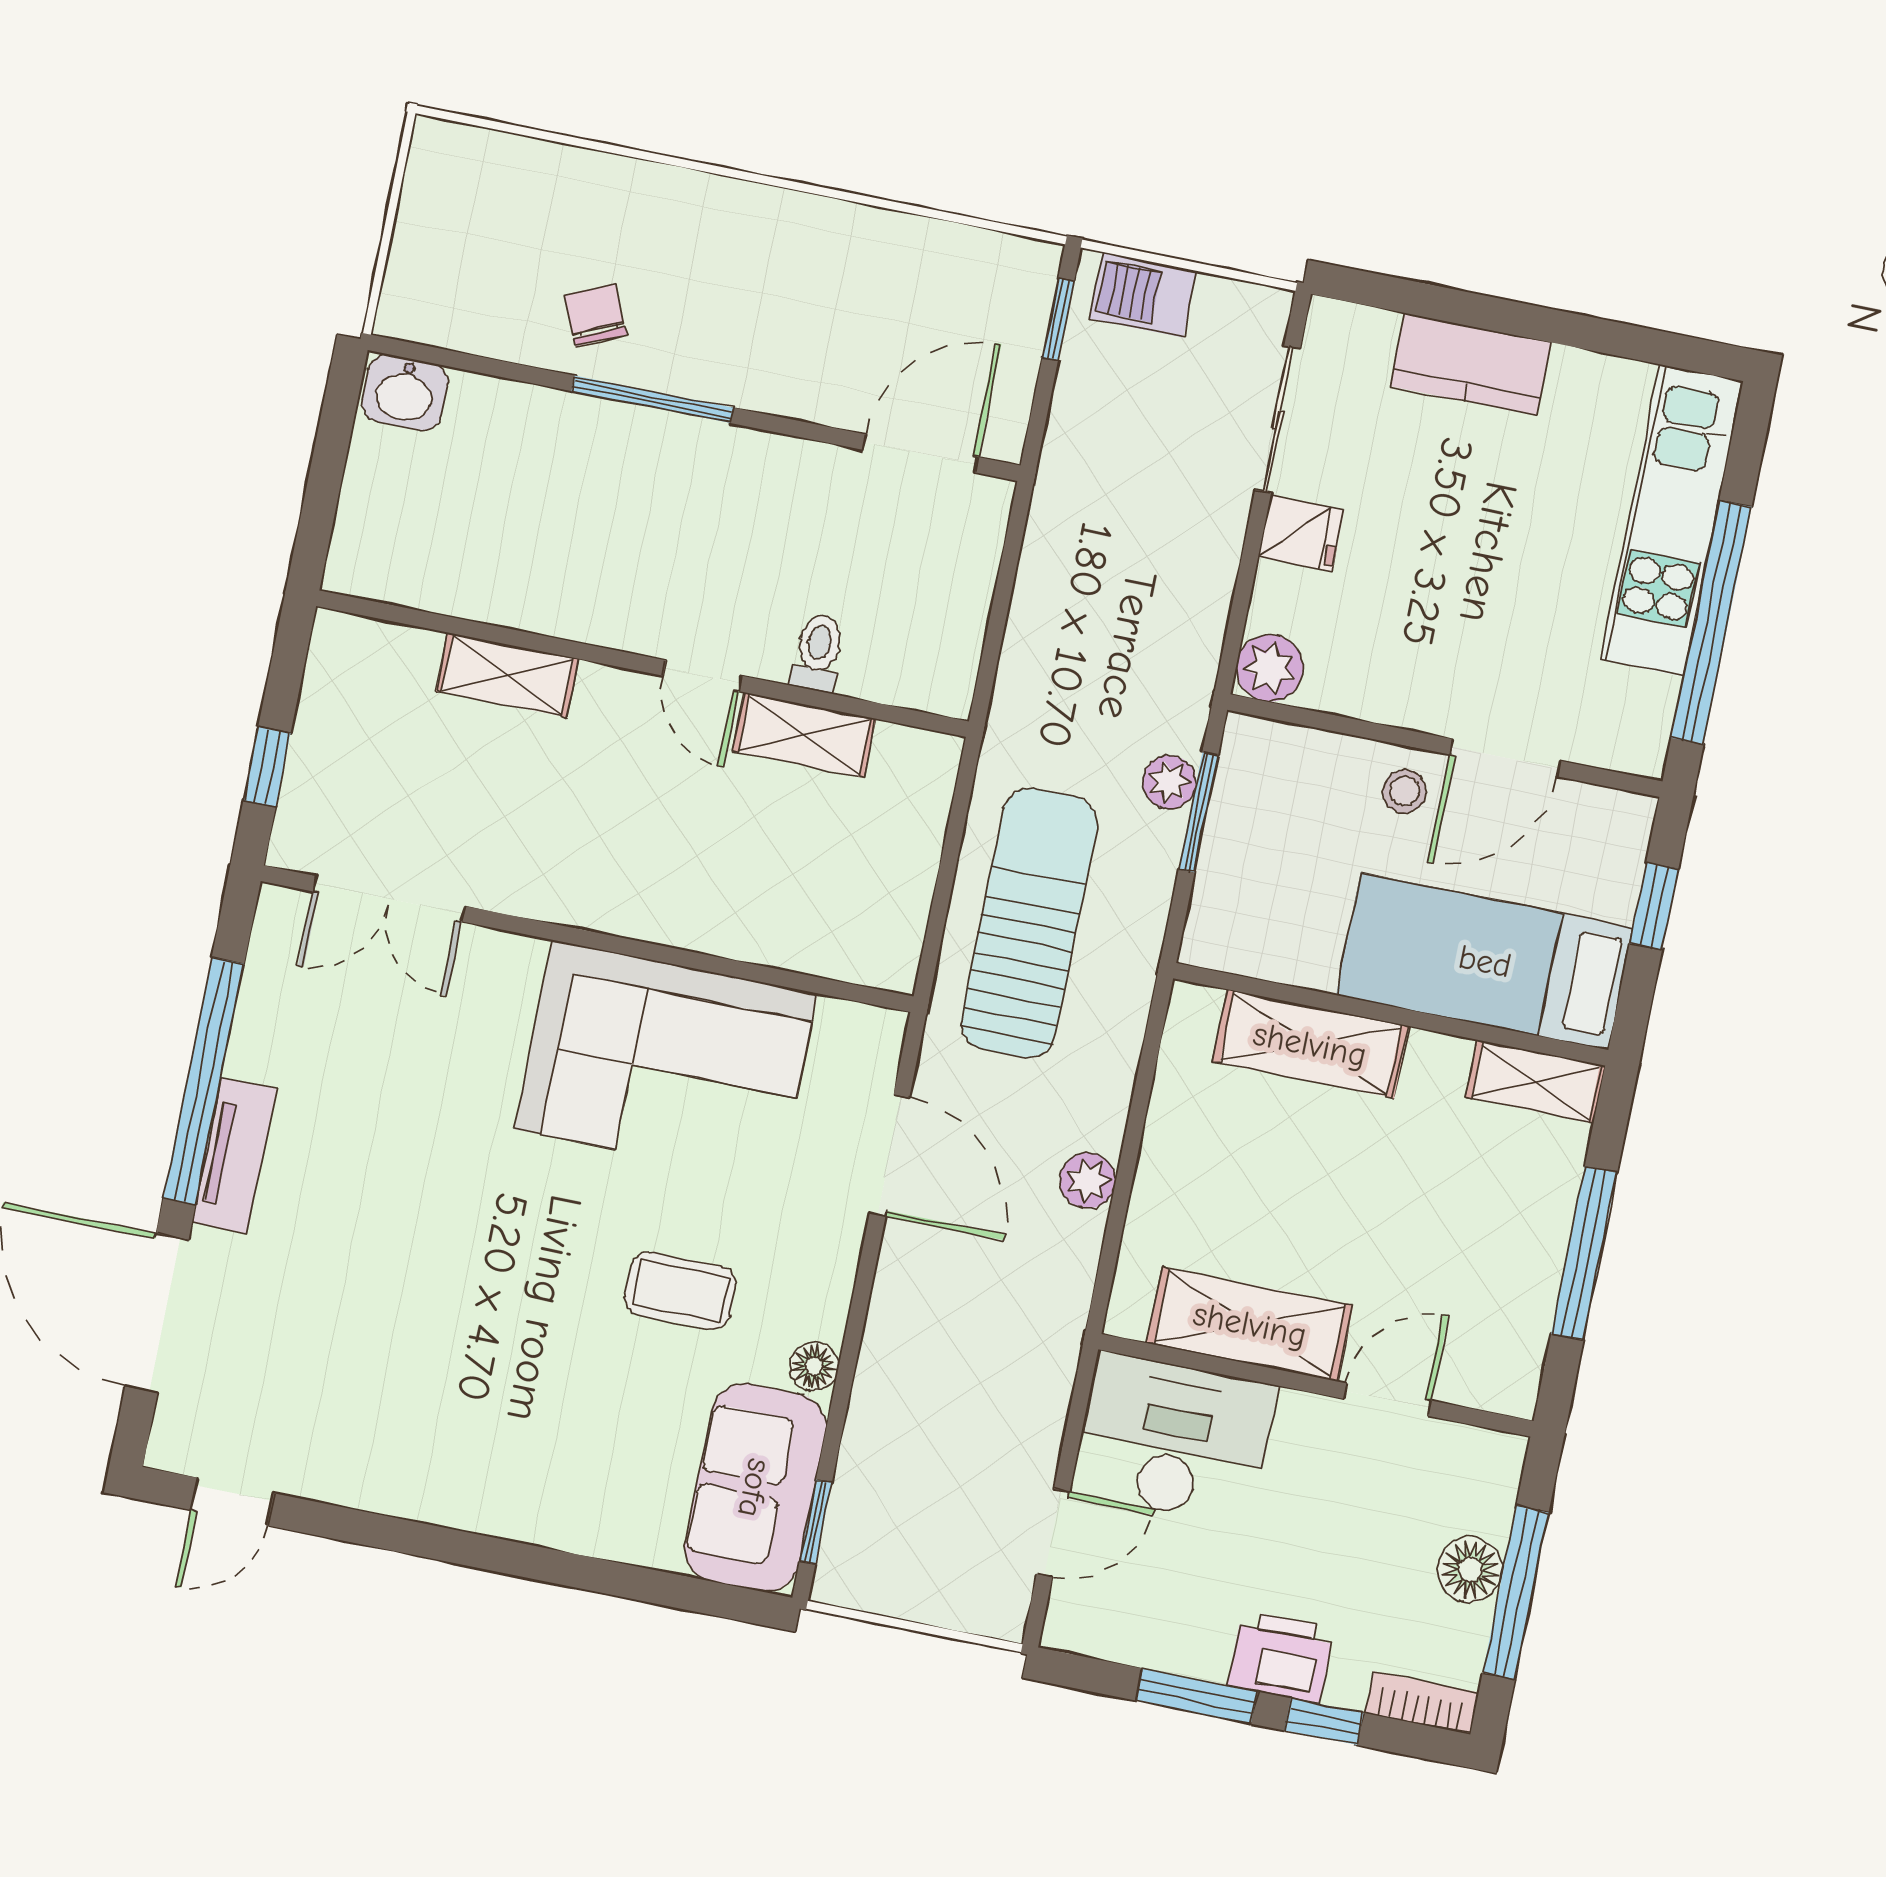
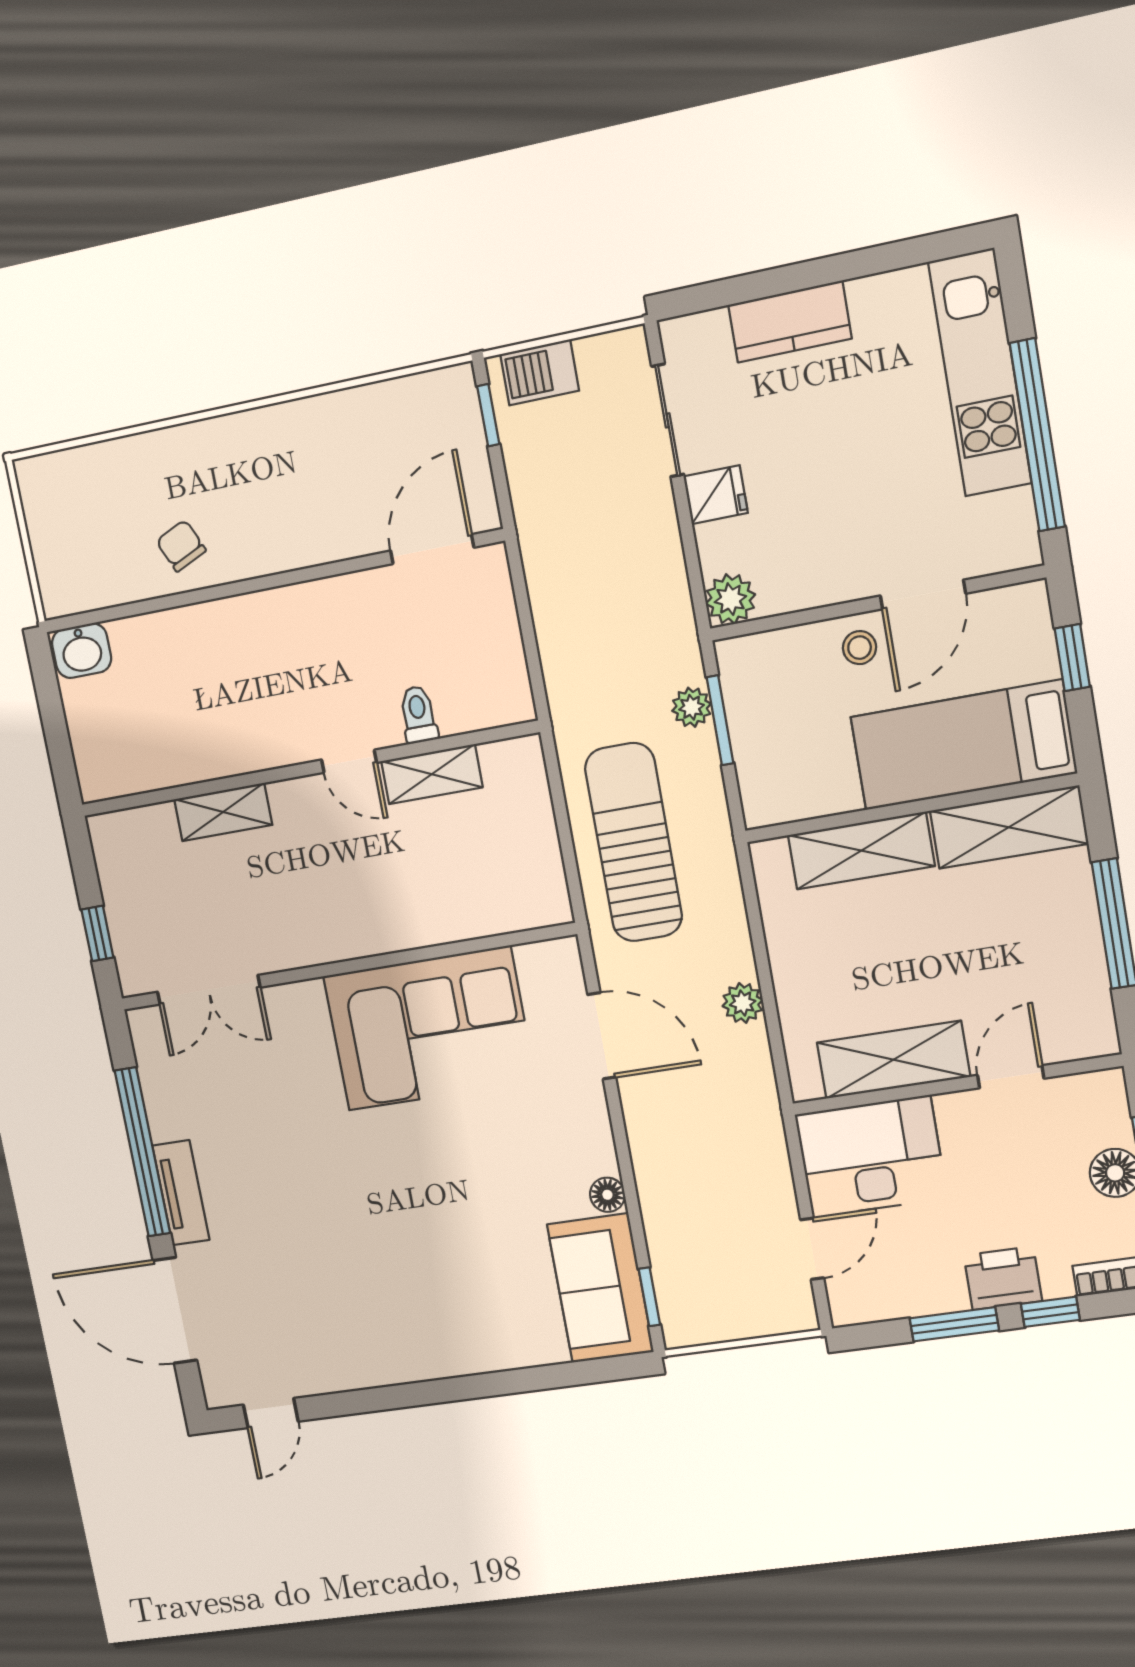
window: (652, 399) -> (241, 587), removed
shelving: (1536, 1081) -> (1009, 827), width x1.50, depth x1.33
coffee table: (680, 1291) -> (499, 1176), removed

